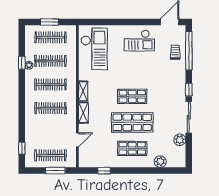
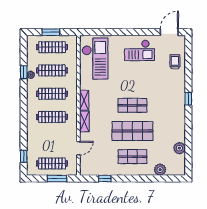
window: (189, 51) -> (188, 60), removed
sliding door: (189, 117) -> (188, 126), removed

